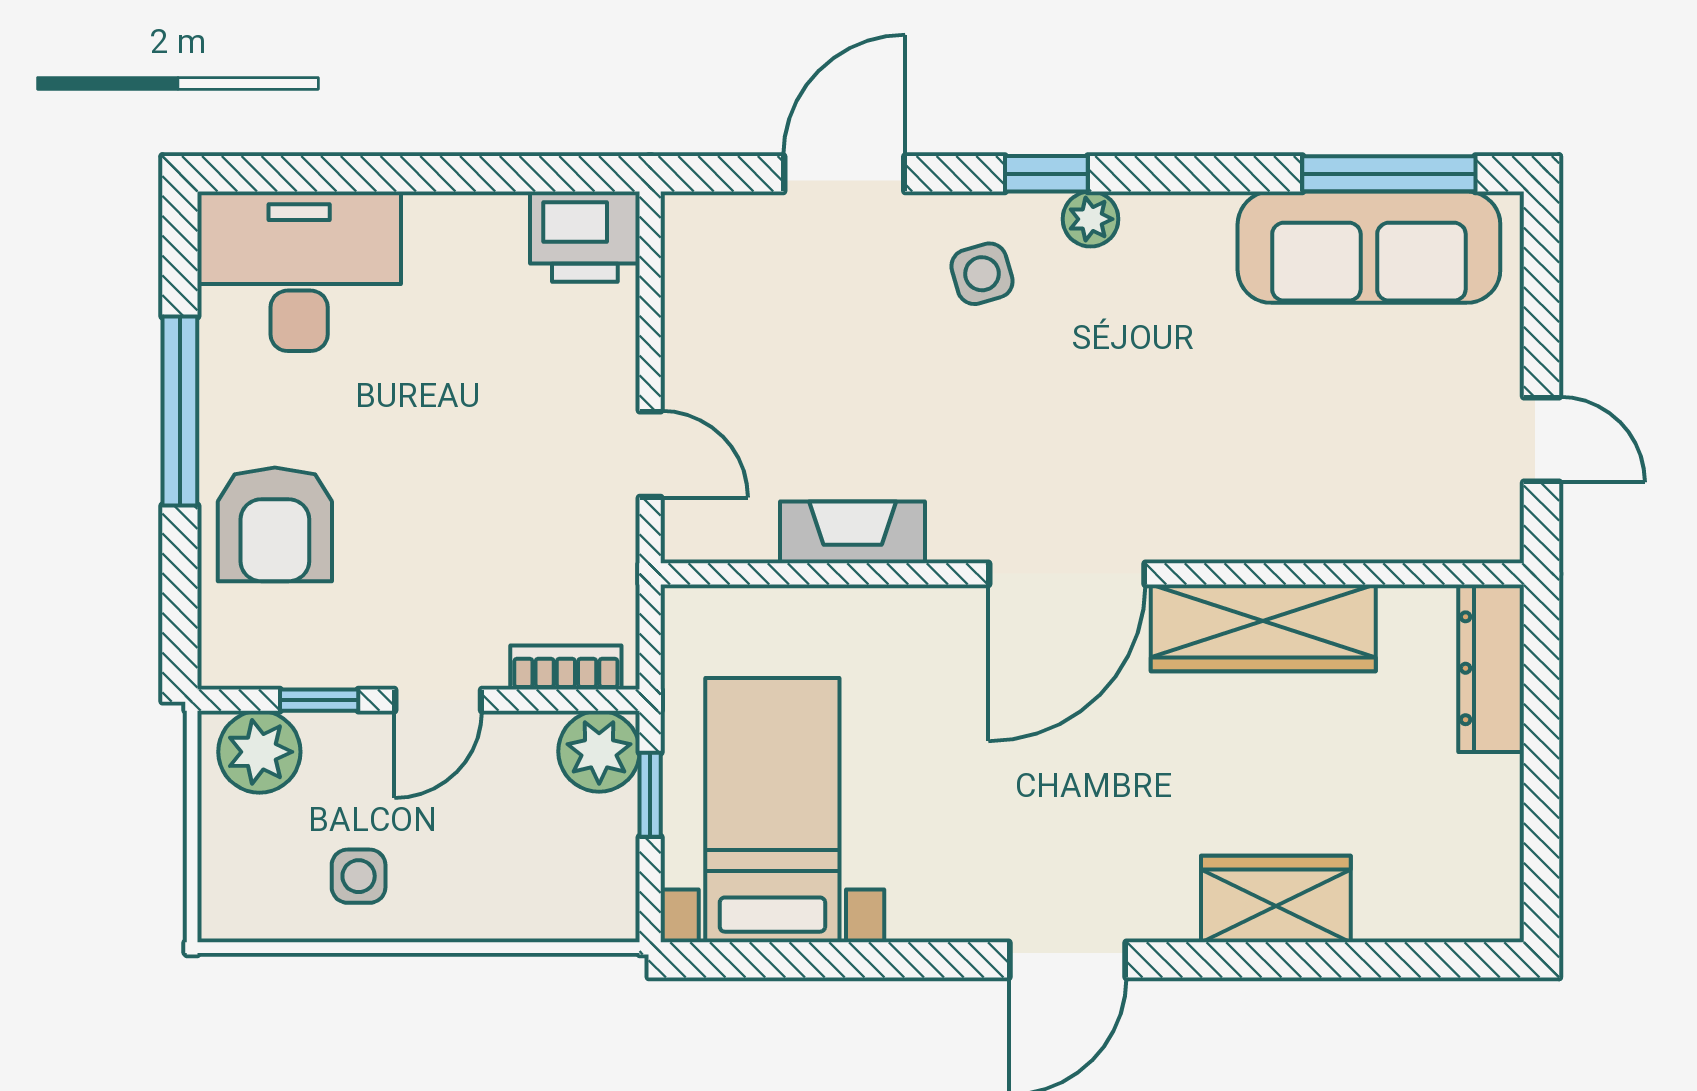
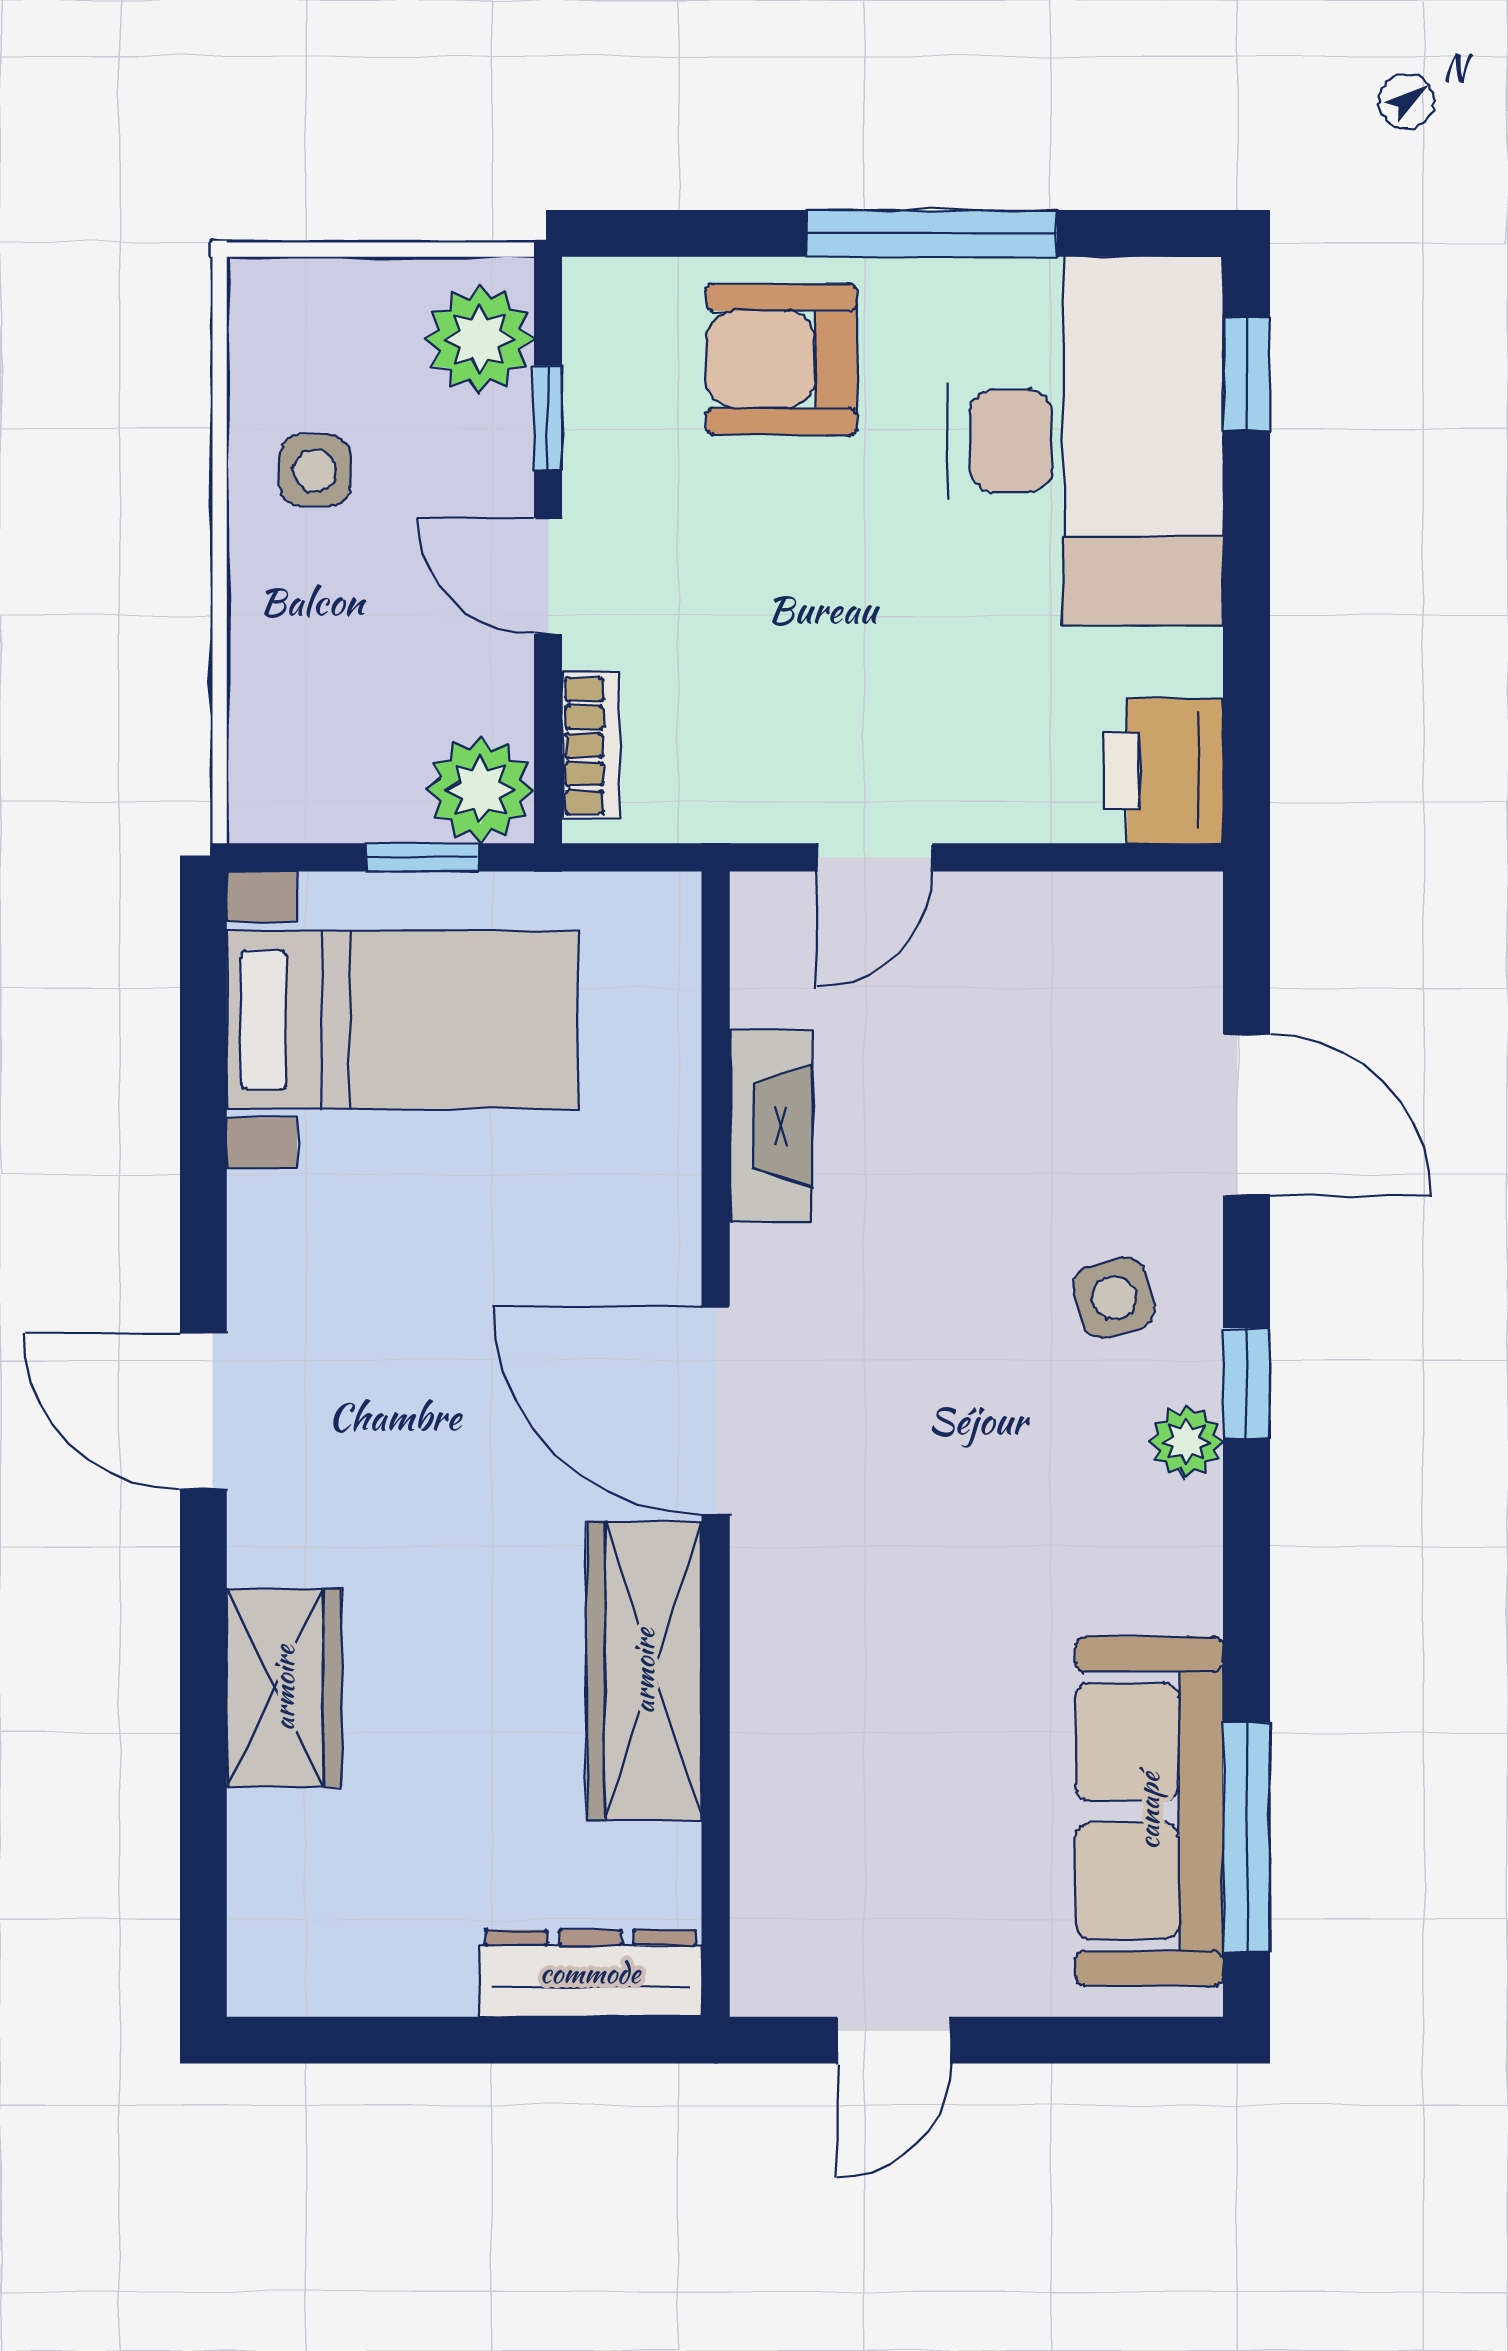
window: (286, 174) -> (1247, 374), added
desk: (299, 271) -> (1085, 441), width x1.36, depth x1.30

